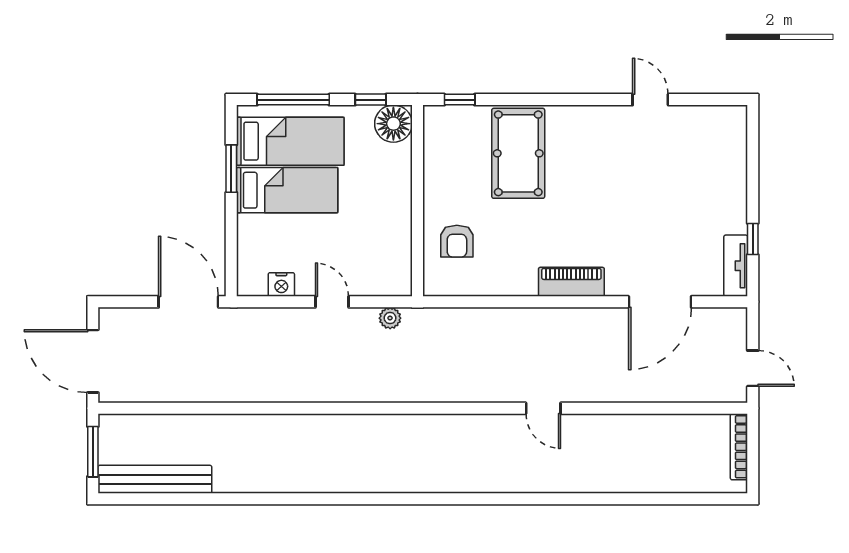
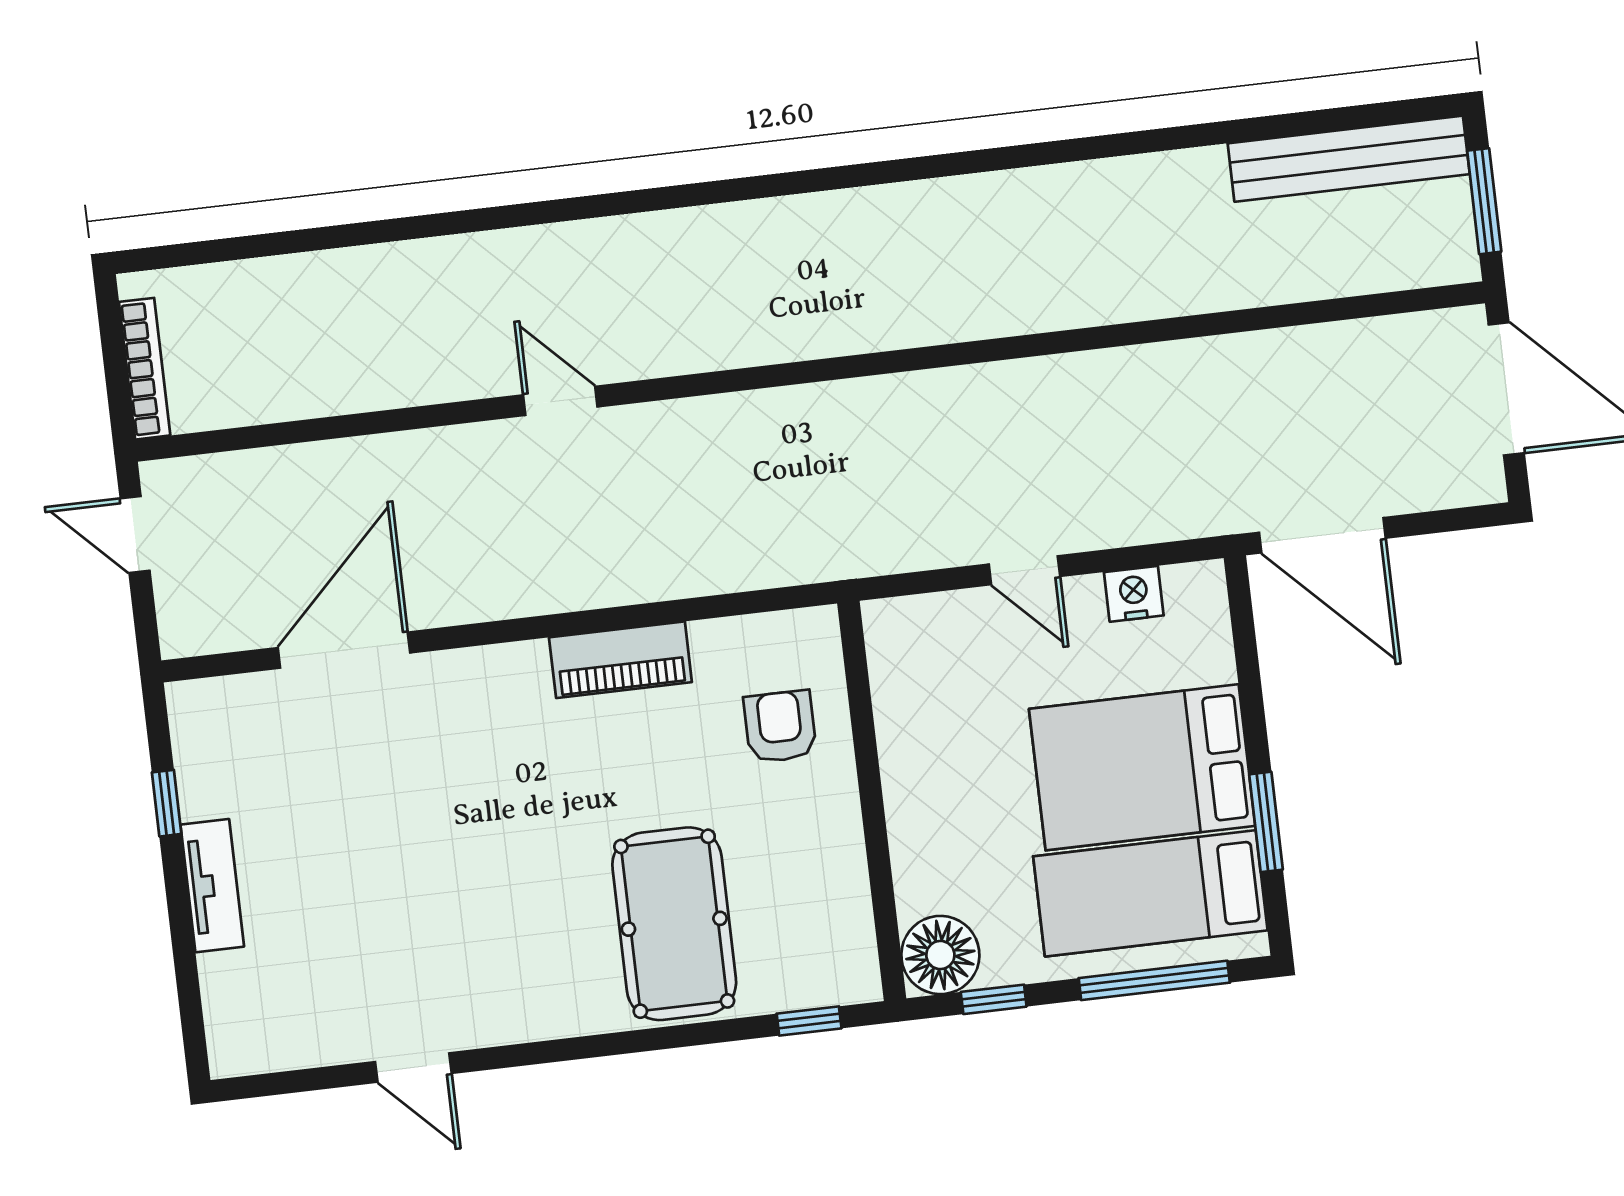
bed: (287, 190) -> (1142, 767), width x1.50
tv unit: (736, 266) -> (212, 886), moved
piano: (571, 282) -> (620, 660), moved
plant: (390, 318) -> (900, 551), removed

